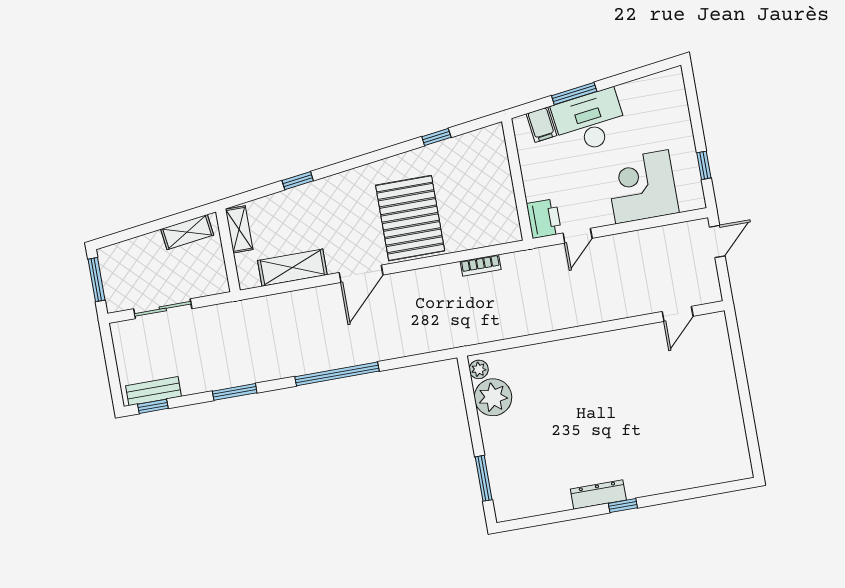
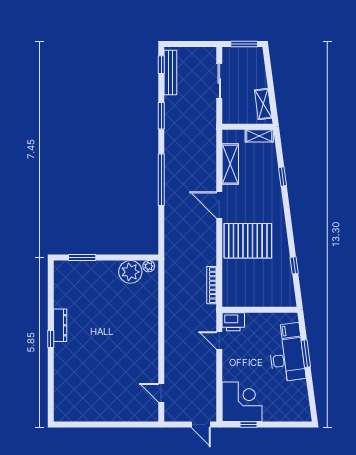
corner desk: (642, 187) -> (242, 402), moved
bookcase: (481, 265) -> (212, 285), width x1.56
bench: (153, 391) -> (170, 73), width x1.36

